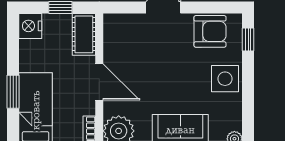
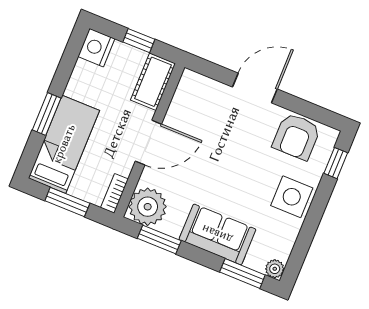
armchair: (210, 31) -> (296, 136), turned 90
door: (99, 82) -> (148, 143), hinge flipped

